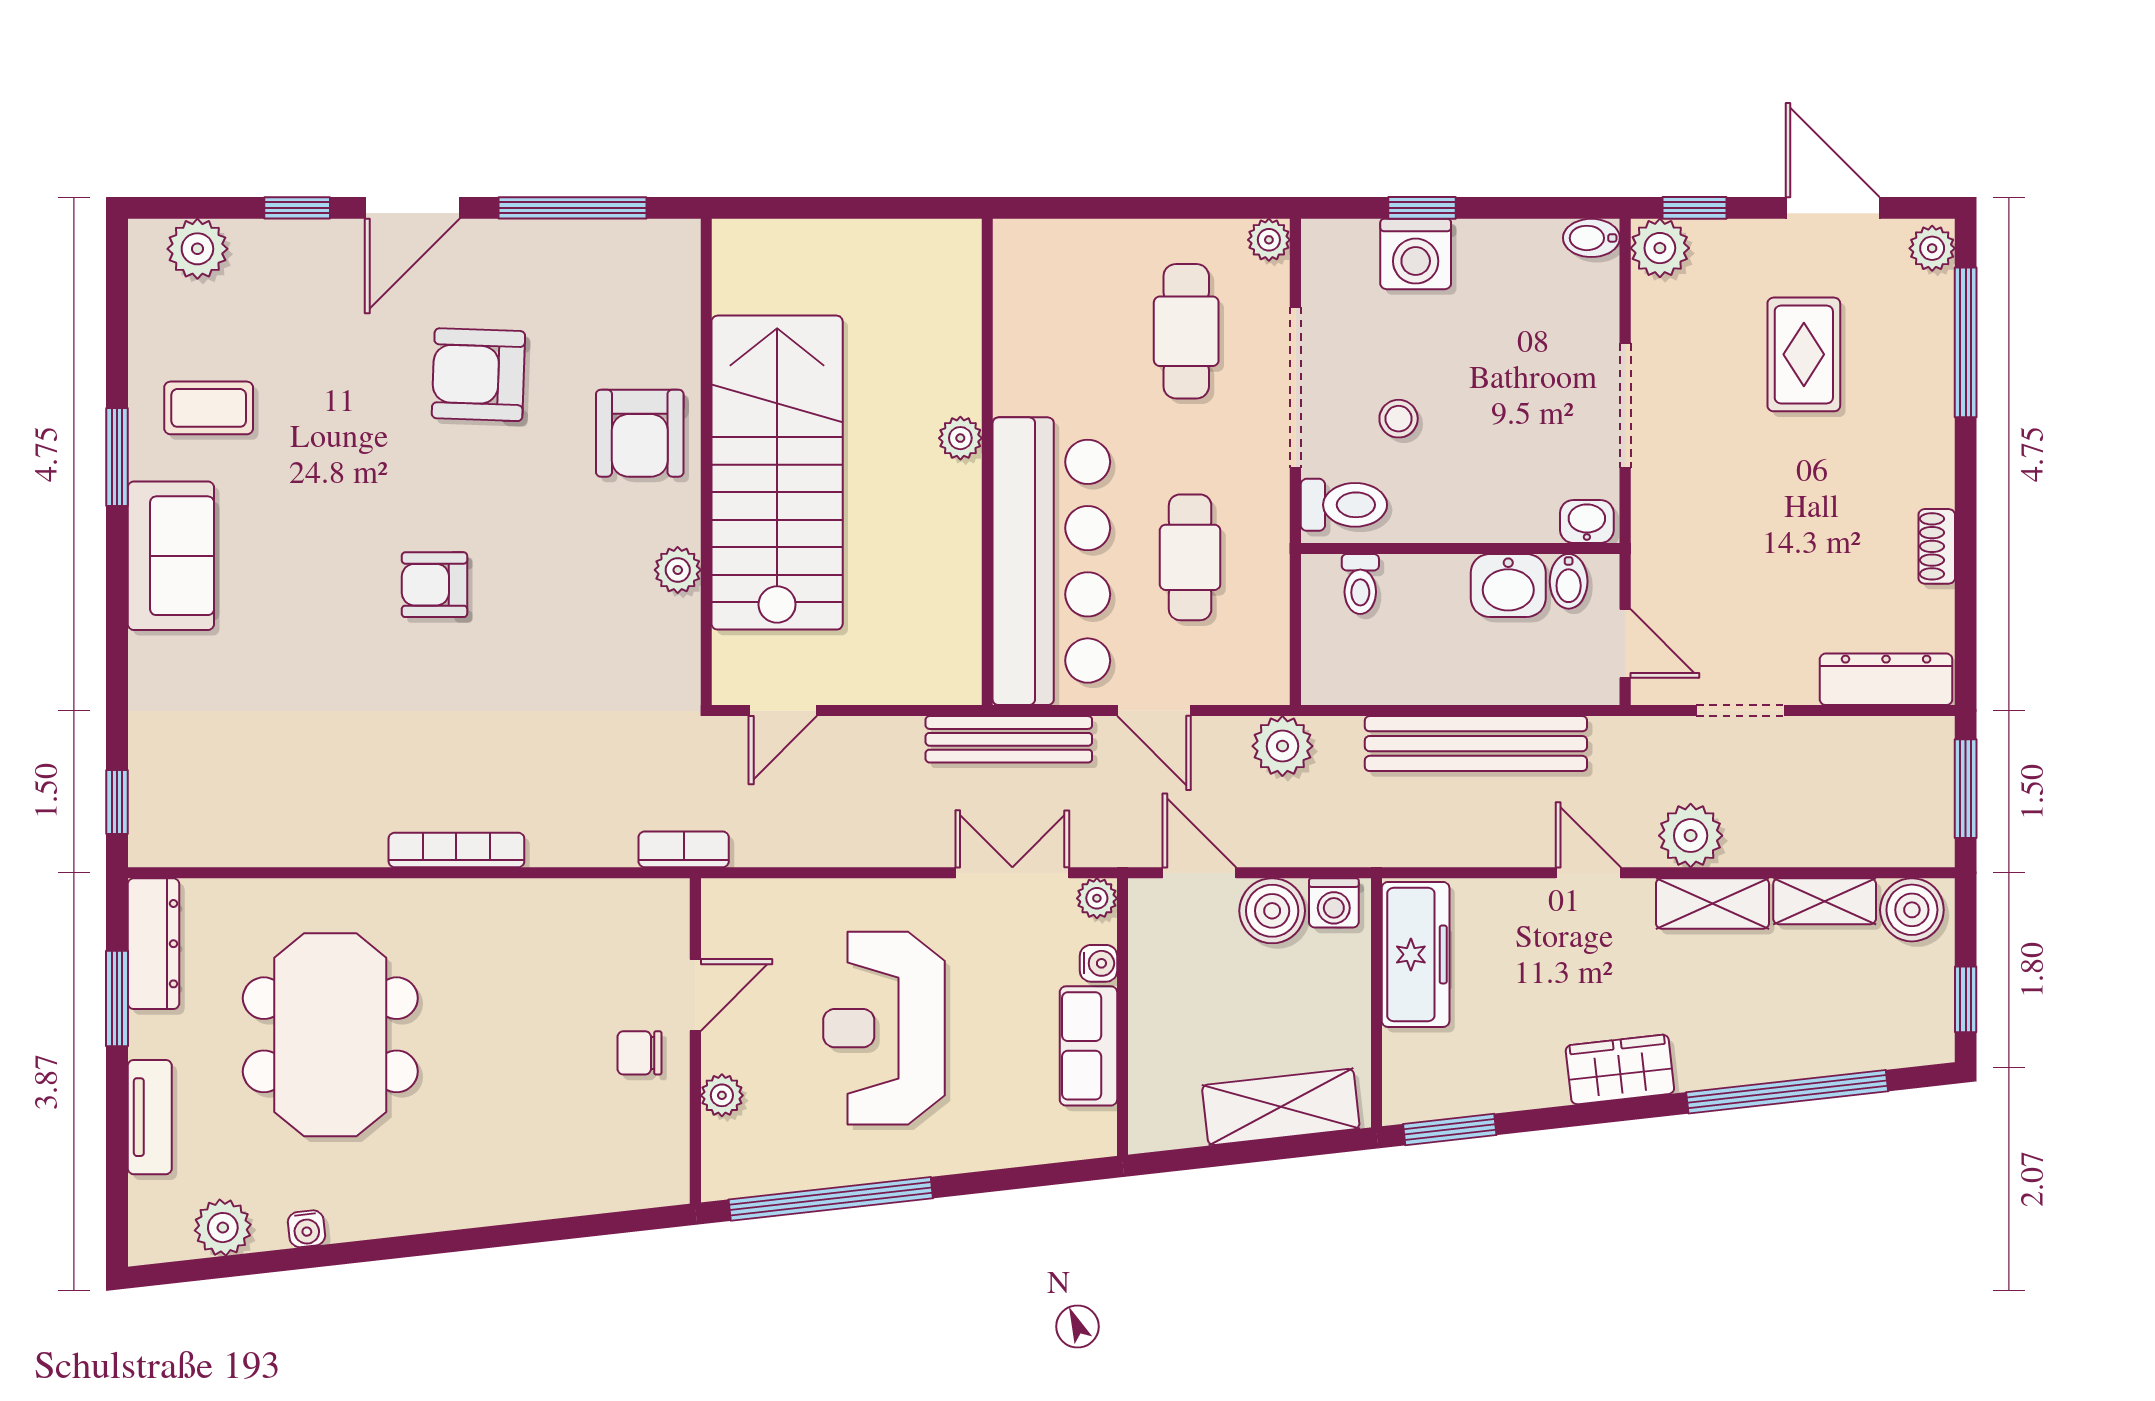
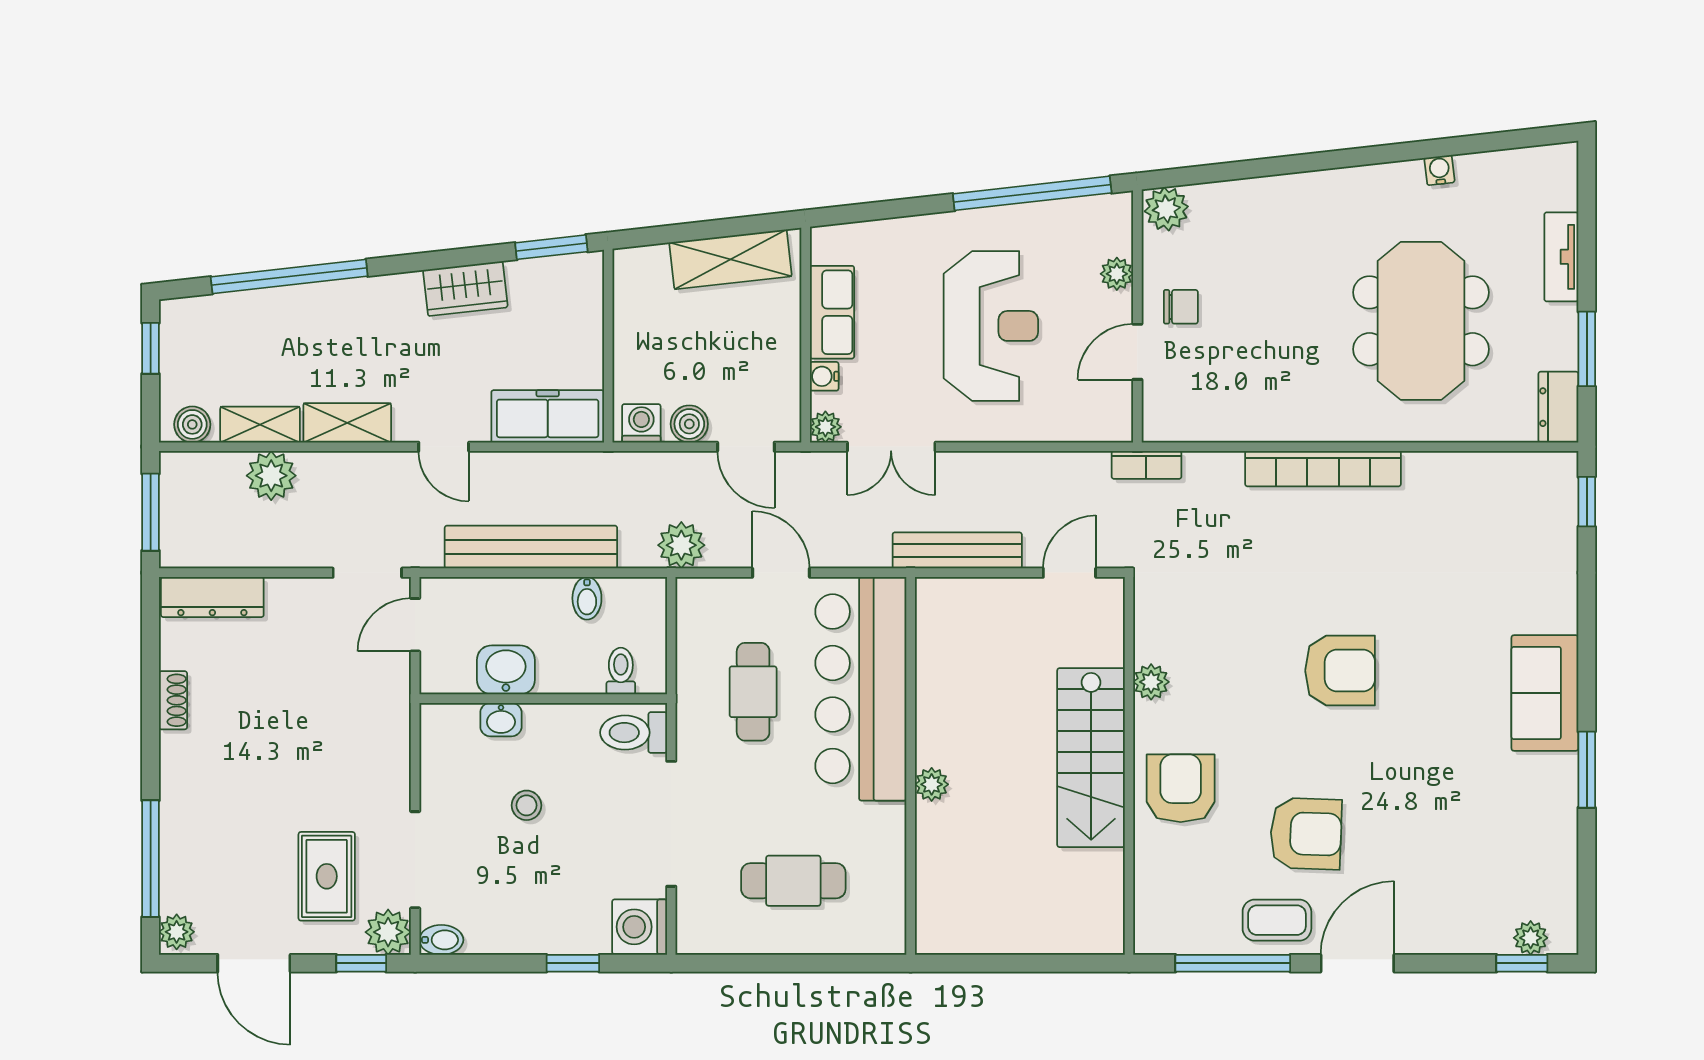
window: (297, 208) -> (1522, 963), moved
plant: (1269, 240) -> (692, 938), removed
plant: (197, 249) -> (1531, 938), width x0.73, depth x0.73
washing machine: (1416, 254) -> (640, 927), moved, turned -90
cafe table: (1186, 331) -> (793, 881), moved, turned 90
rug: (1804, 354) -> (327, 876), moved
doorway: (1625, 406) -> (415, 860), moved
coffee table: (209, 408) -> (1277, 920), moved
stool: (1399, 419) -> (527, 805), moved
stairs: (777, 473) -> (1091, 758), width x0.73, depth x0.66
washbasin: (1587, 521) -> (501, 720), moved
bidet: (1569, 581) -> (587, 598), moved, turned 180
armchair: (434, 585) -> (1340, 671), width x1.38, depth x1.38
door: (1625, 644) -> (415, 625), hinge flipped
doorway: (1741, 711) -> (367, 573), moved
bench: (1009, 739) -> (957, 550), moved
plant: (1691, 836) -> (271, 476), moved
bookcase: (456, 850) -> (1323, 469), width x1.48, depth x1.31
boiler: (1912, 910) -> (192, 424), width x0.73, depth x0.73
boiler: (1272, 911) -> (689, 424), width x0.73, depth x0.73
dresser: (153, 944) -> (1558, 407), width x0.70
freezer: (1416, 954) -> (548, 416), moved, turned 90
wardrobe: (1620, 1069) -> (465, 289), moved
shelving: (1281, 1107) -> (730, 259), moved
plant: (223, 1228) -> (1166, 209), moved

